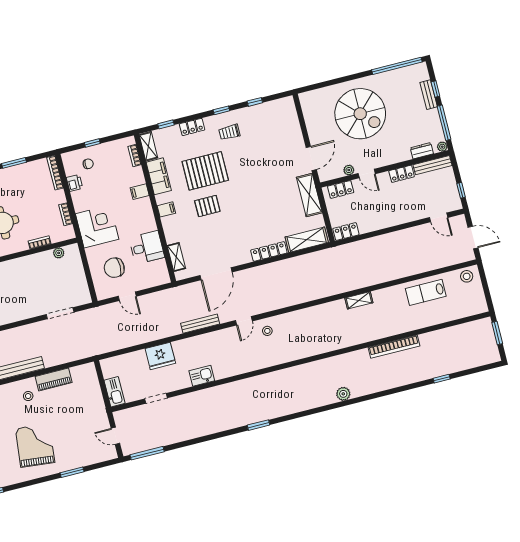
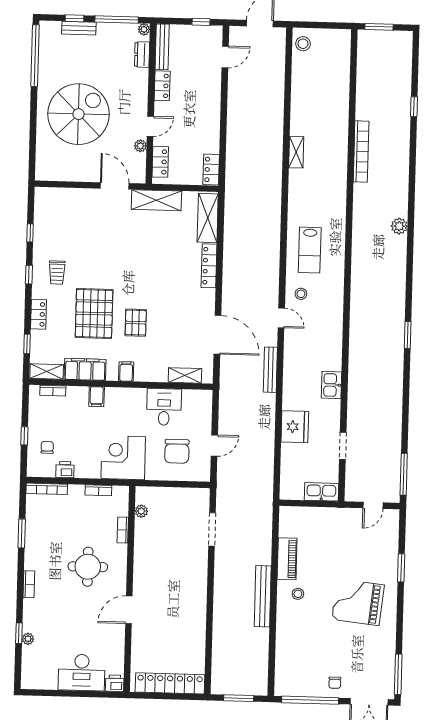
lab bench: (426, 292) -> (310, 250), moved
shelving: (359, 300) -> (296, 152), moved

